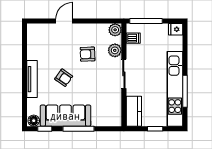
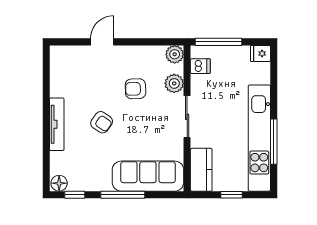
sofa: (65, 116) -> (148, 176), moved

